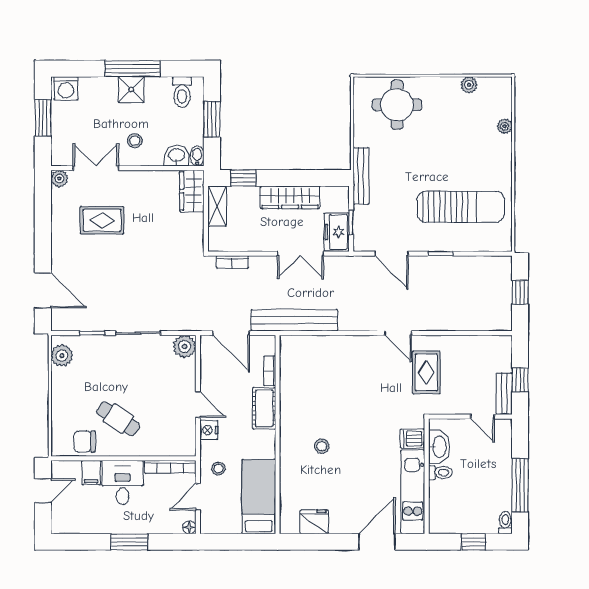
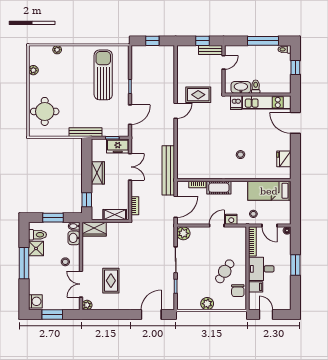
shower: (131, 90) -> (36, 248), moved
wardrobe: (290, 197) -> (98, 173), width x0.67
shelving: (217, 206) -> (115, 215), moved
plant: (62, 356) -> (207, 304), moved

